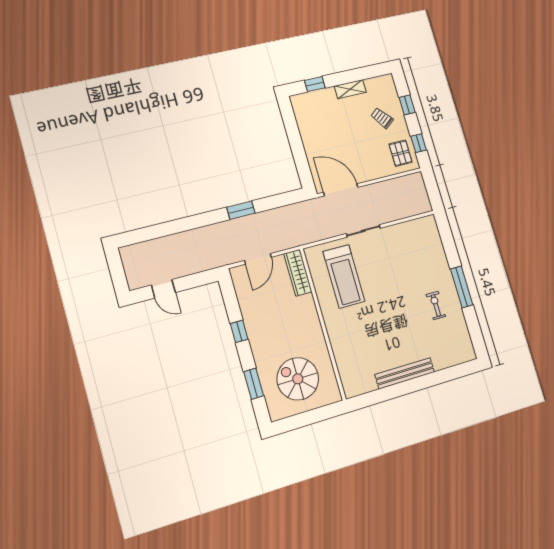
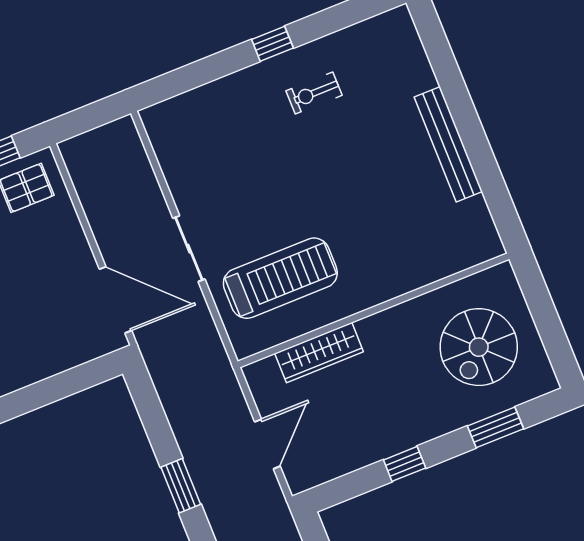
door: (341, 190) -> (115, 300), swing flipped
door: (258, 259) -> (267, 444), hinge flipped
wardrobe: (298, 273) -> (319, 353), moved
window: (462, 287) -> (272, 44), width x0.46

